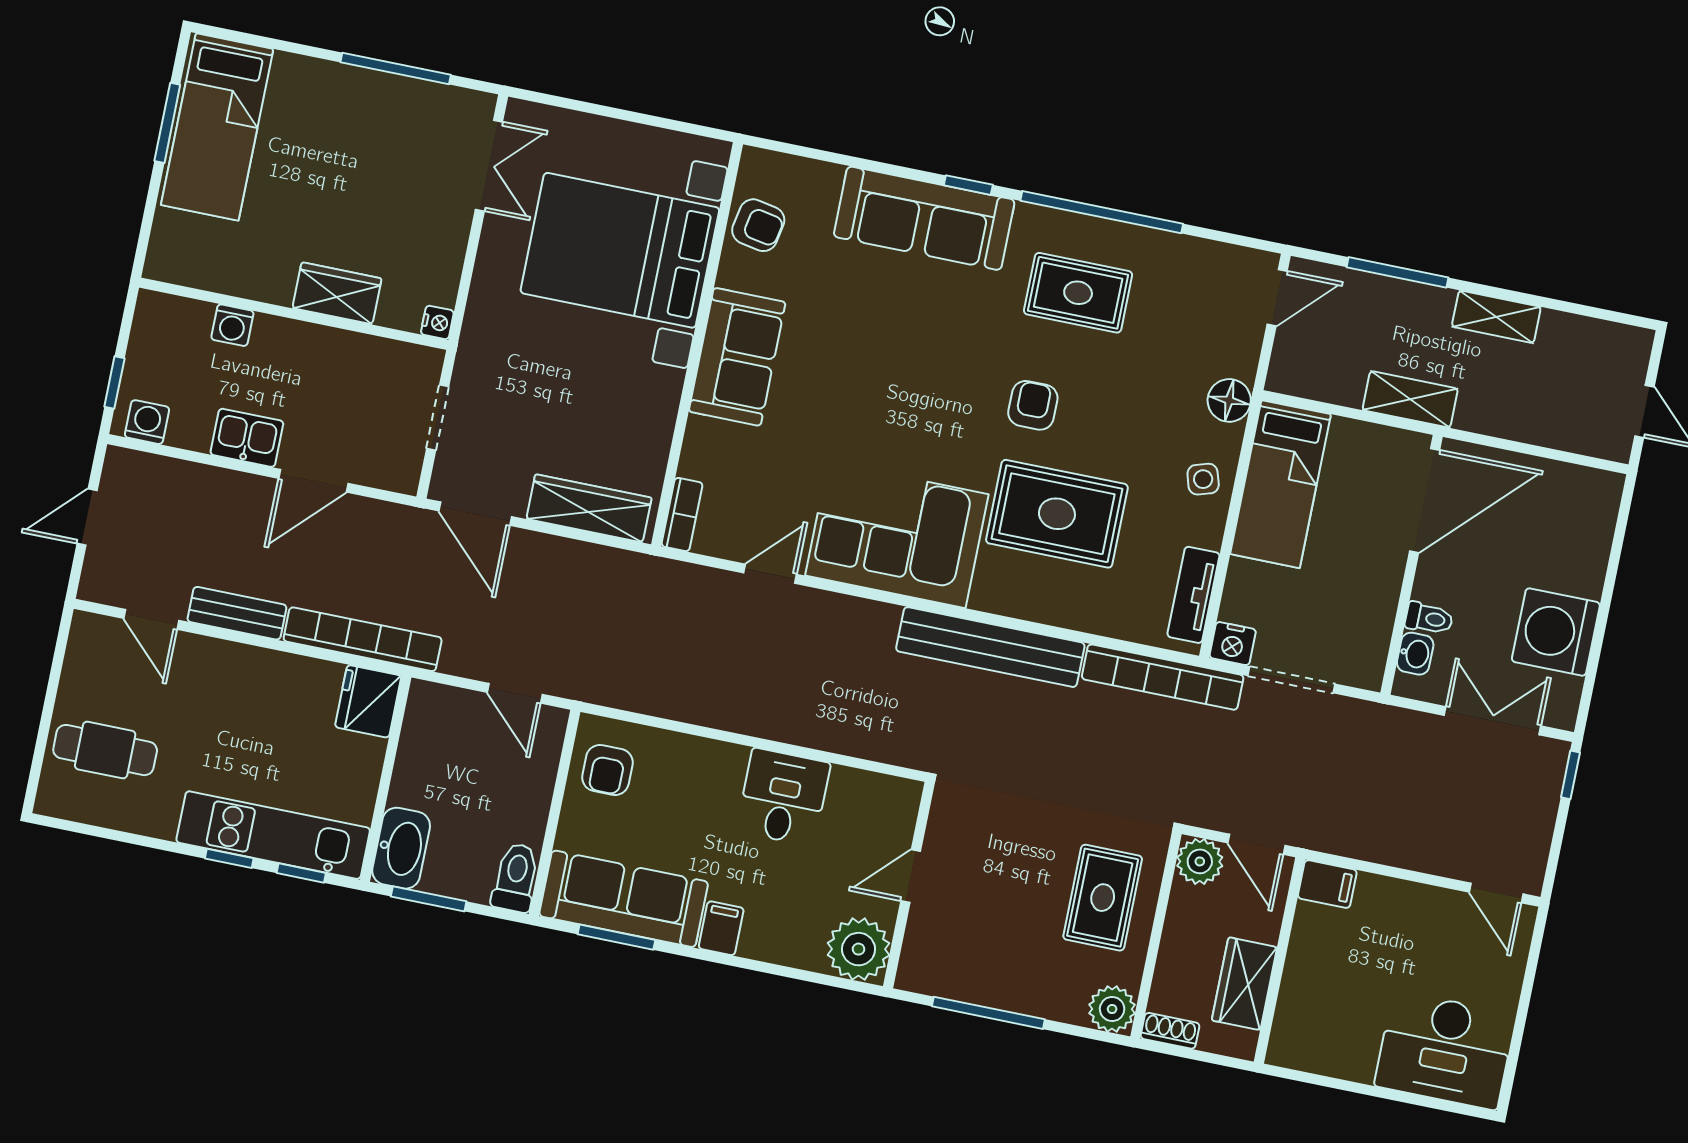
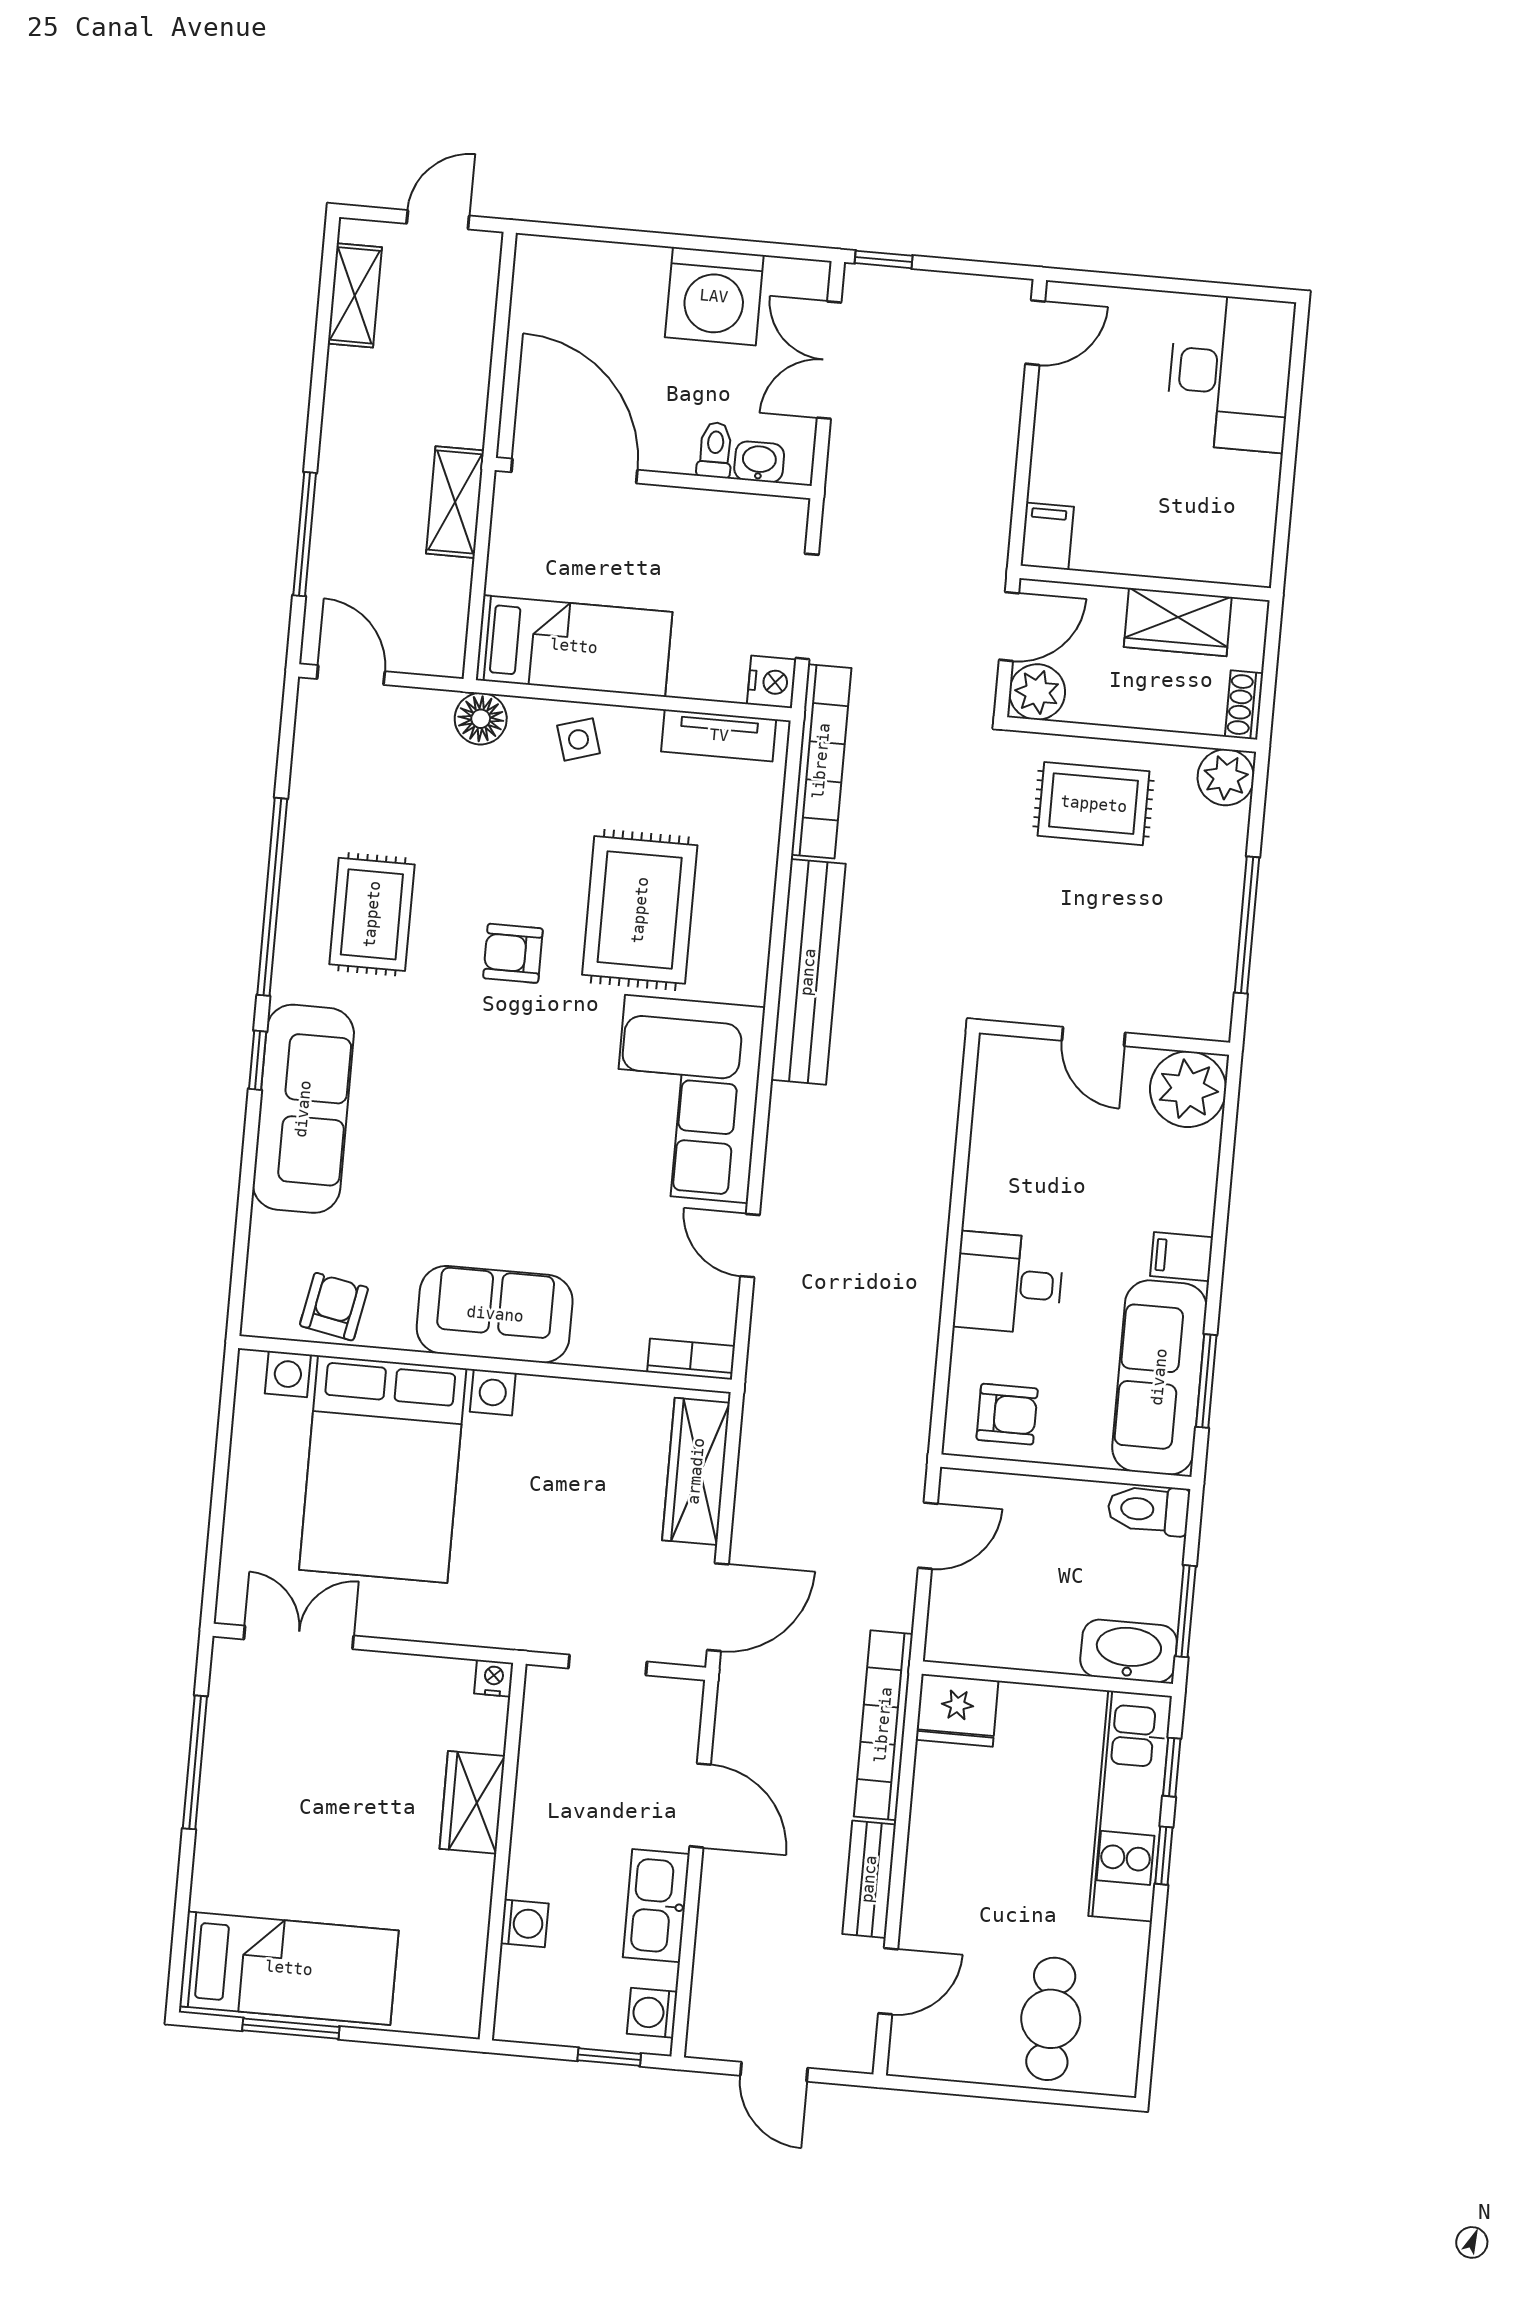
shelving: (1496, 317) -> (355, 295), moved
kitchen sink: (247, 438) -> (656, 1906), width x1.38
desk: (783, 797) -> (1009, 1283), moved

